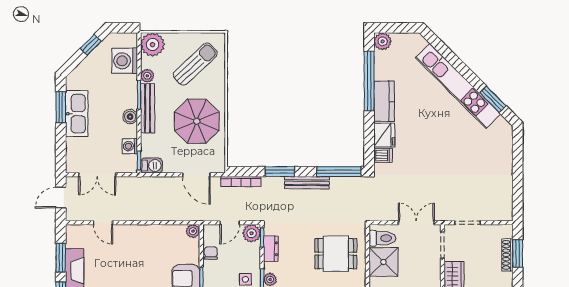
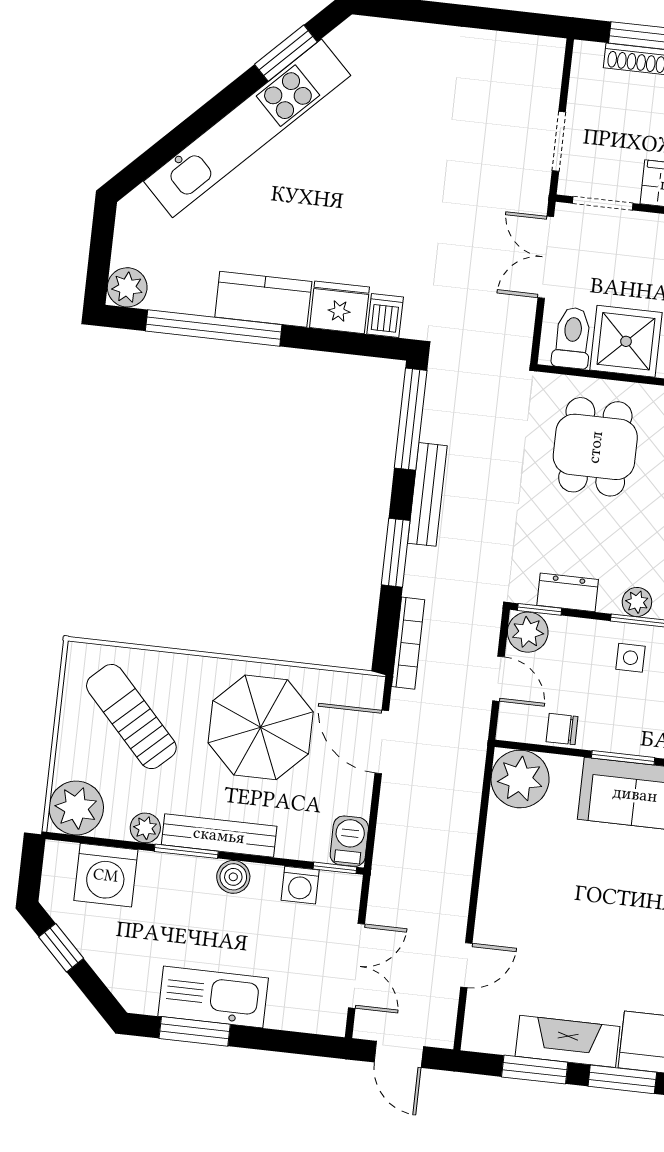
door: (196, 175) -> (382, 742), swing flipped
plant: (193, 231) -> (520, 779), width x1.88, depth x1.88

